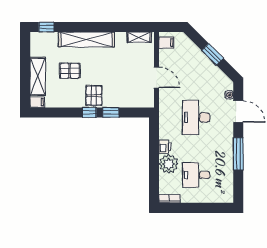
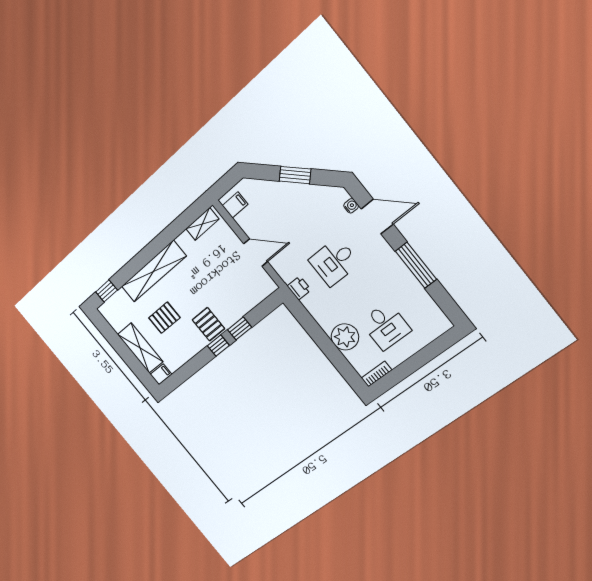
desk: (196, 117) -> (334, 262), width x0.73
printer: (165, 147) -> (299, 288), moved
desk: (196, 175) -> (386, 326), turned -90

